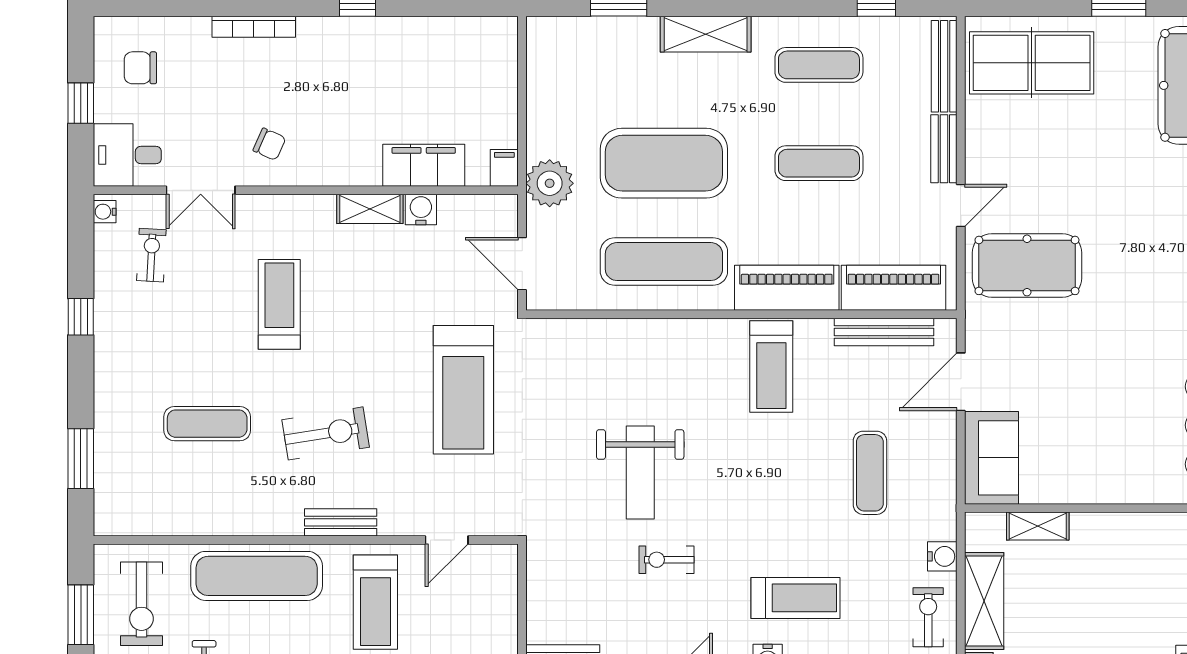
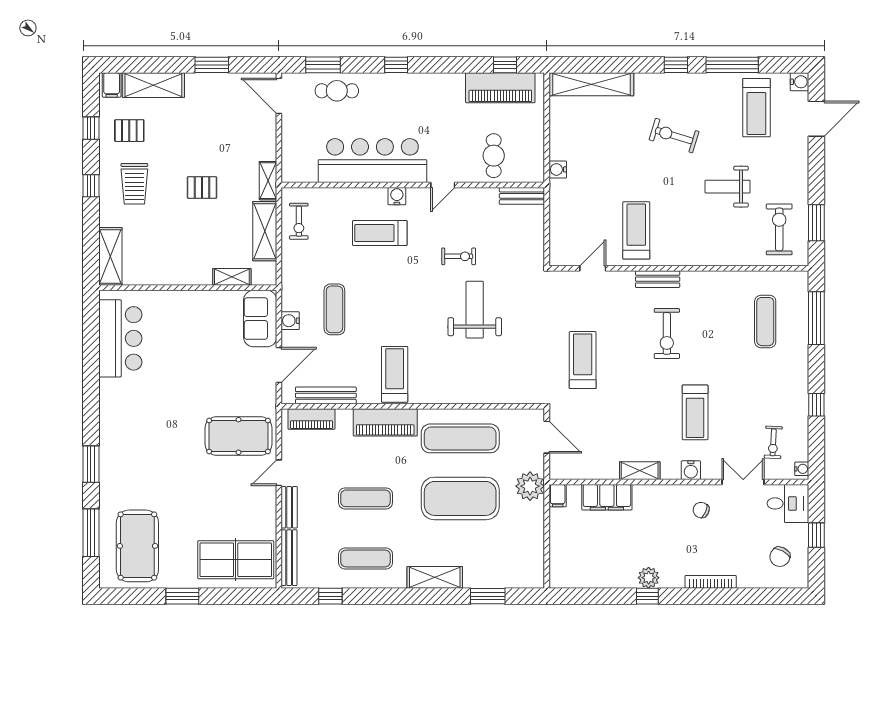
plant: (355, 33) -> (649, 578), added
chair: (140, 68) -> (780, 557), turned 118
water cooler: (421, 210) -> (691, 470), moved
piano: (893, 288) -> (311, 419), width x0.73, depth x0.75
treadmill: (463, 390) -> (583, 360), width x0.73, depth x0.73
exercise mat: (207, 424) -> (765, 322), moved, turned 90
exercise bike: (326, 433) -> (667, 333), turned -81
window: (81, 459) -> (816, 318), width x1.44
water cooler: (942, 556) -> (290, 321), moved
exercise mat: (257, 576) -> (709, 246), removed

